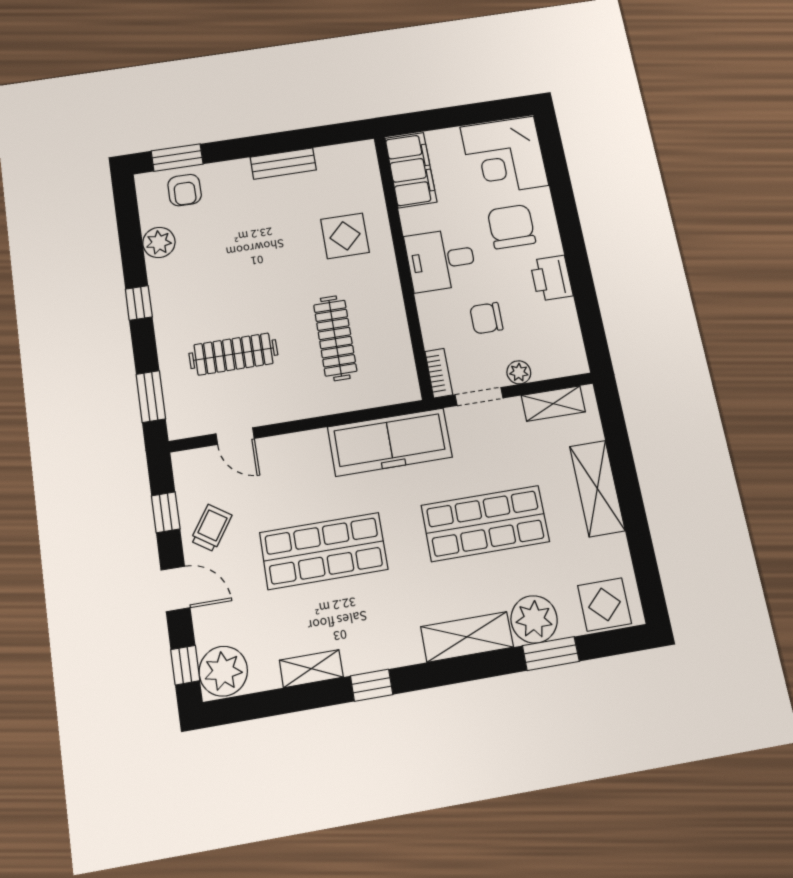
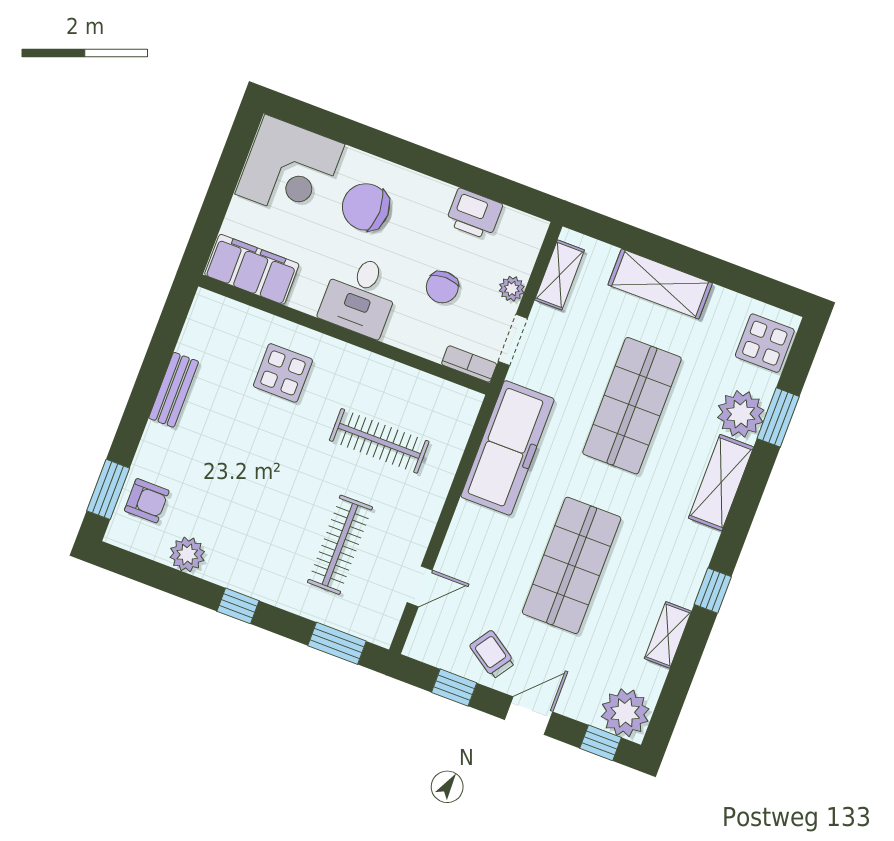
printer: (551, 278) -> (474, 214), moved

